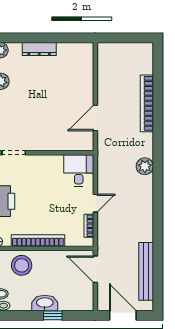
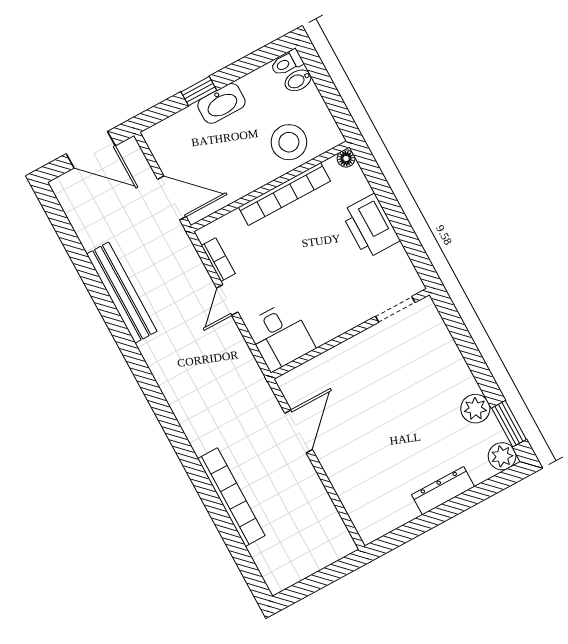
plant: (145, 166) -> (182, 398), removed
bench: (146, 271) -> (122, 293), moved

